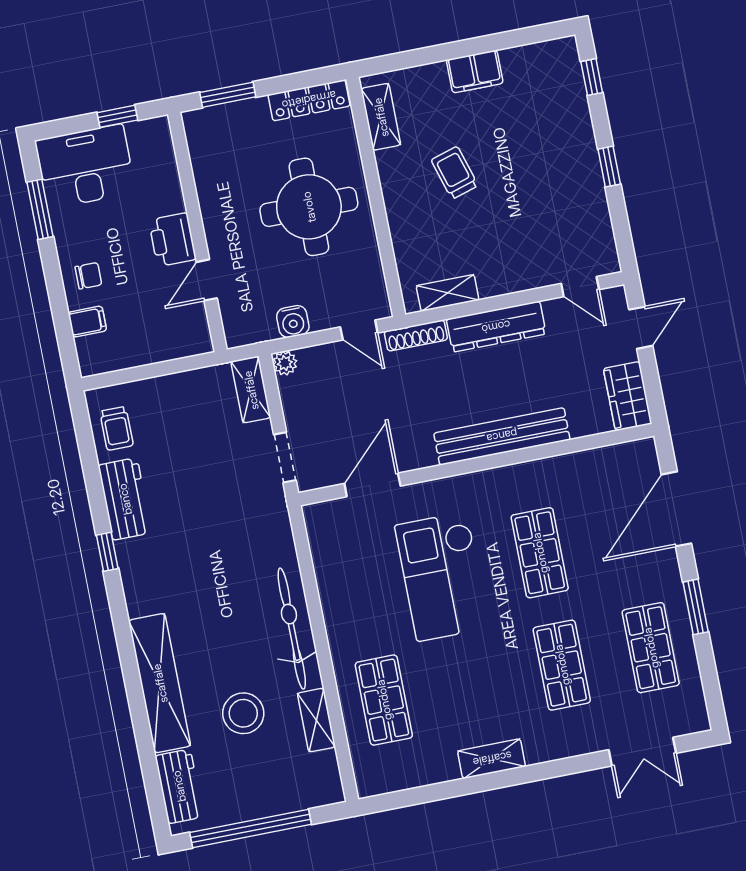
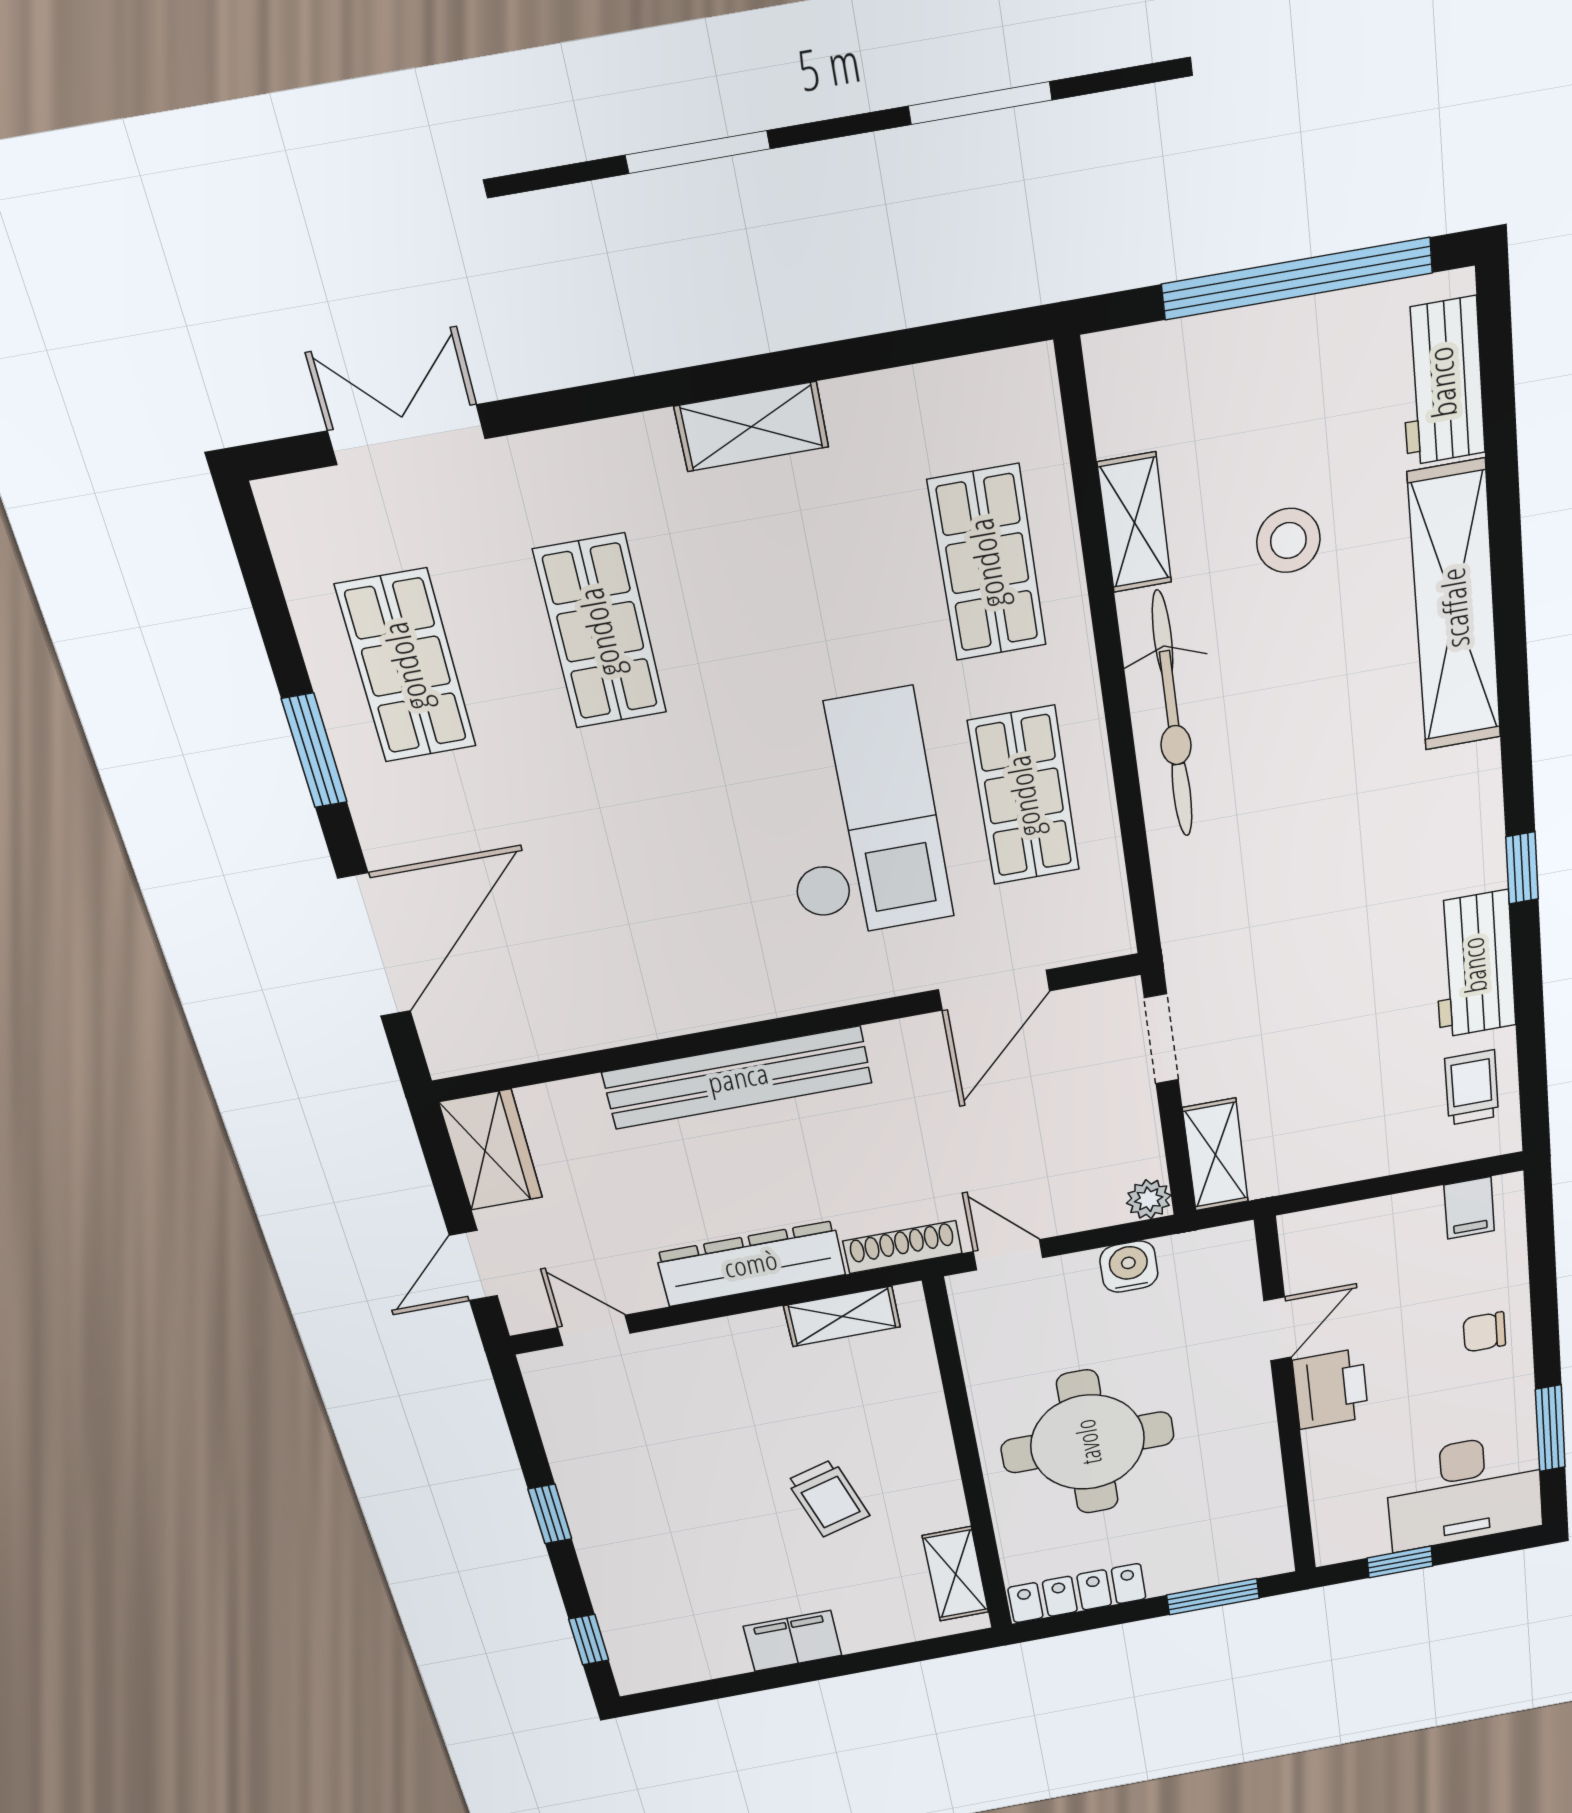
filing cabinet: (87, 322) -> (1469, 1208), moved, turned -90
shop shelf: (540, 553) -> (1024, 796), moved
stool: (243, 713) -> (1288, 541), width x0.73, depth x0.73

